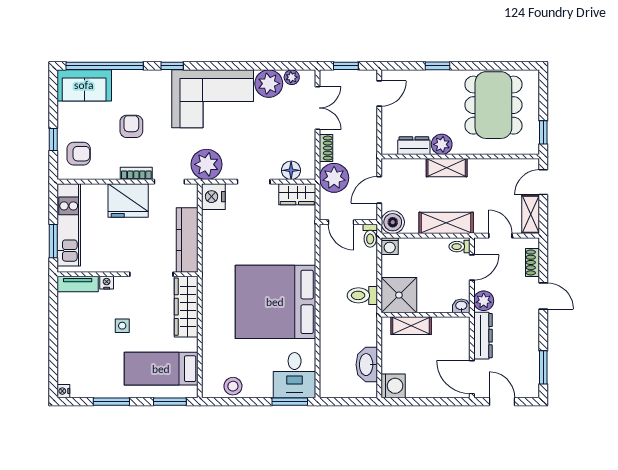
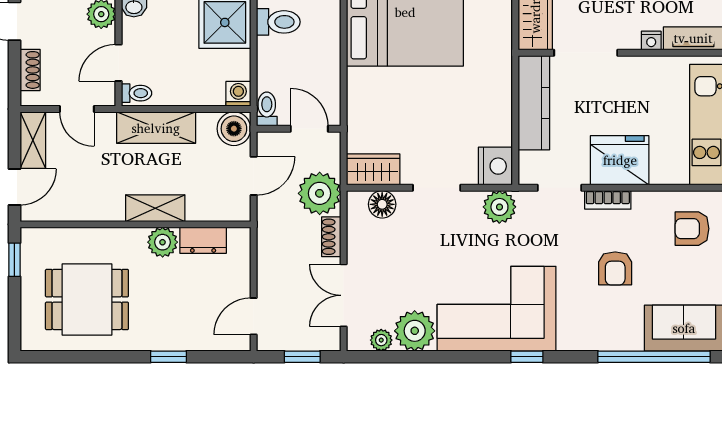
window: (172, 66) -> (527, 357), moved
dining table: (493, 105) -> (87, 299), width x0.73
plant: (207, 164) -> (499, 207), width x0.73, depth x0.73

